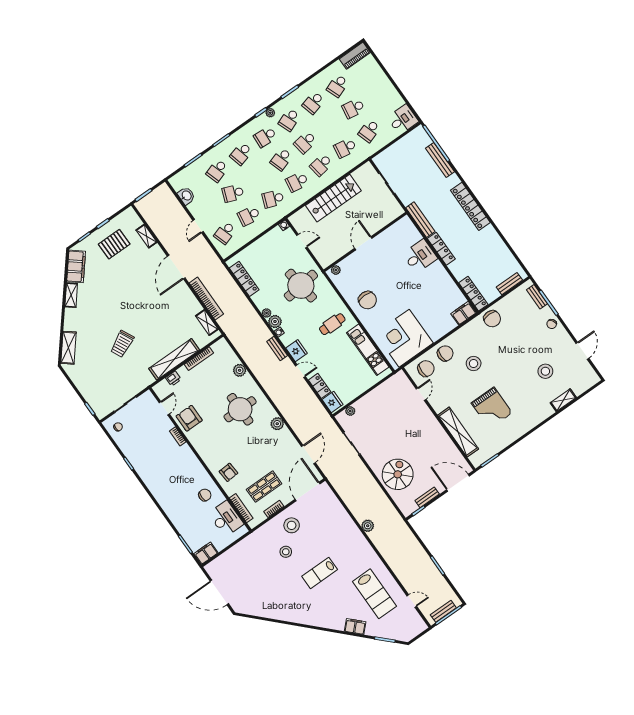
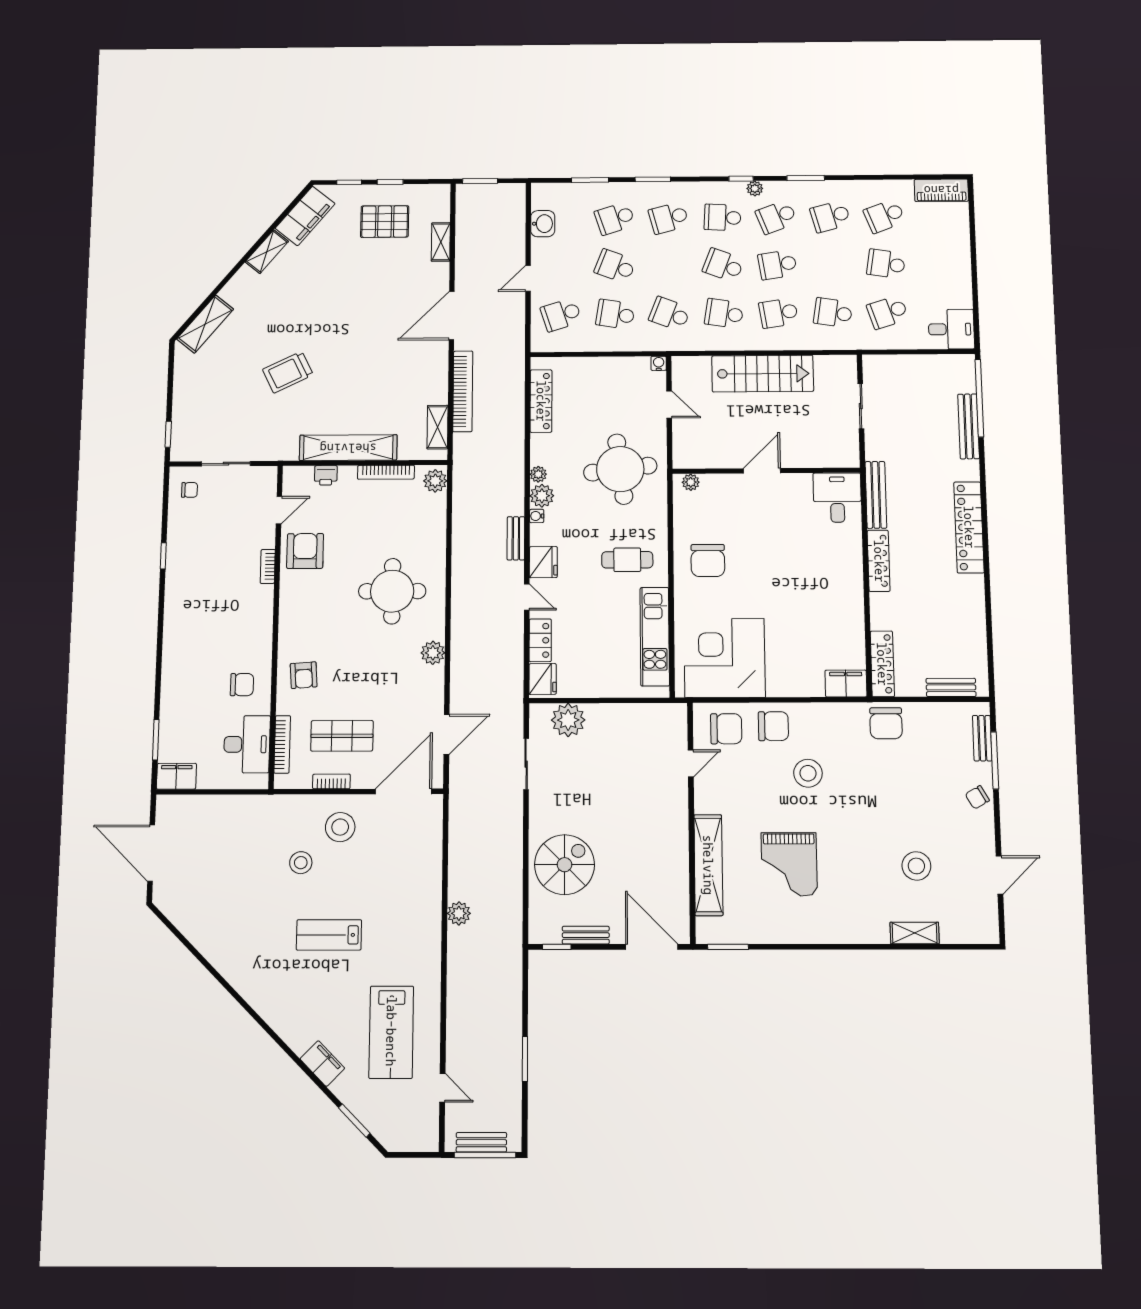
school desk: (281, 159) -> (723, 265), turned 39
desk: (420, 256) -> (837, 498), moved, turned -90
plant: (240, 370) -> (435, 481), moved
plant: (350, 411) -> (568, 720), width x1.88, depth x1.88

